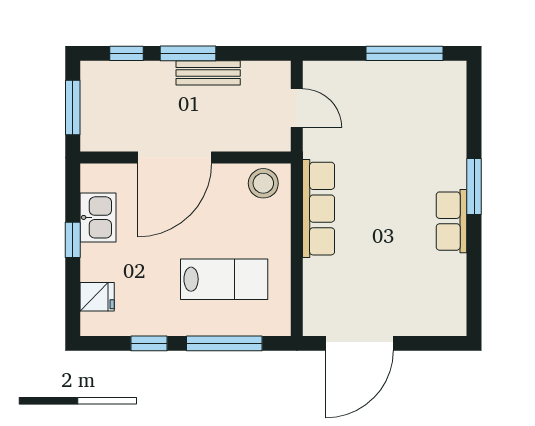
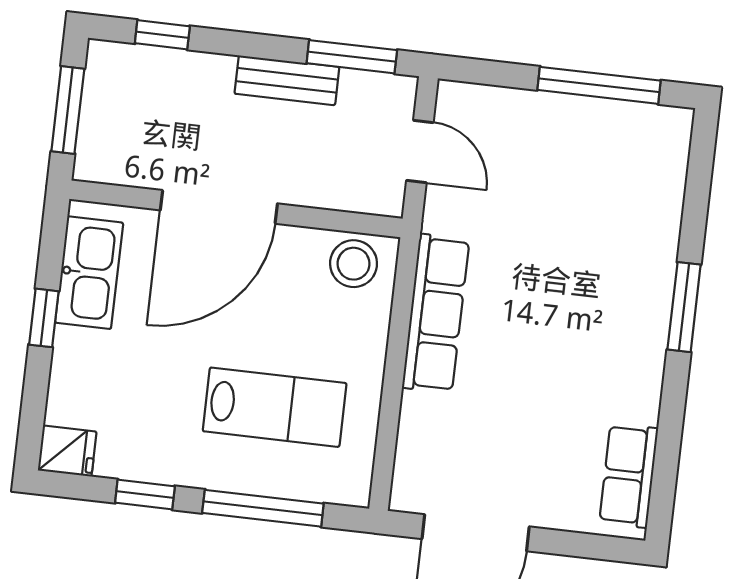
window: (188, 53) -> (352, 57), moved
kitchen sink: (98, 217) -> (89, 273), width x1.38
row of seats: (451, 221) -> (629, 475), moved
fridge: (97, 297) -> (67, 451), moved

